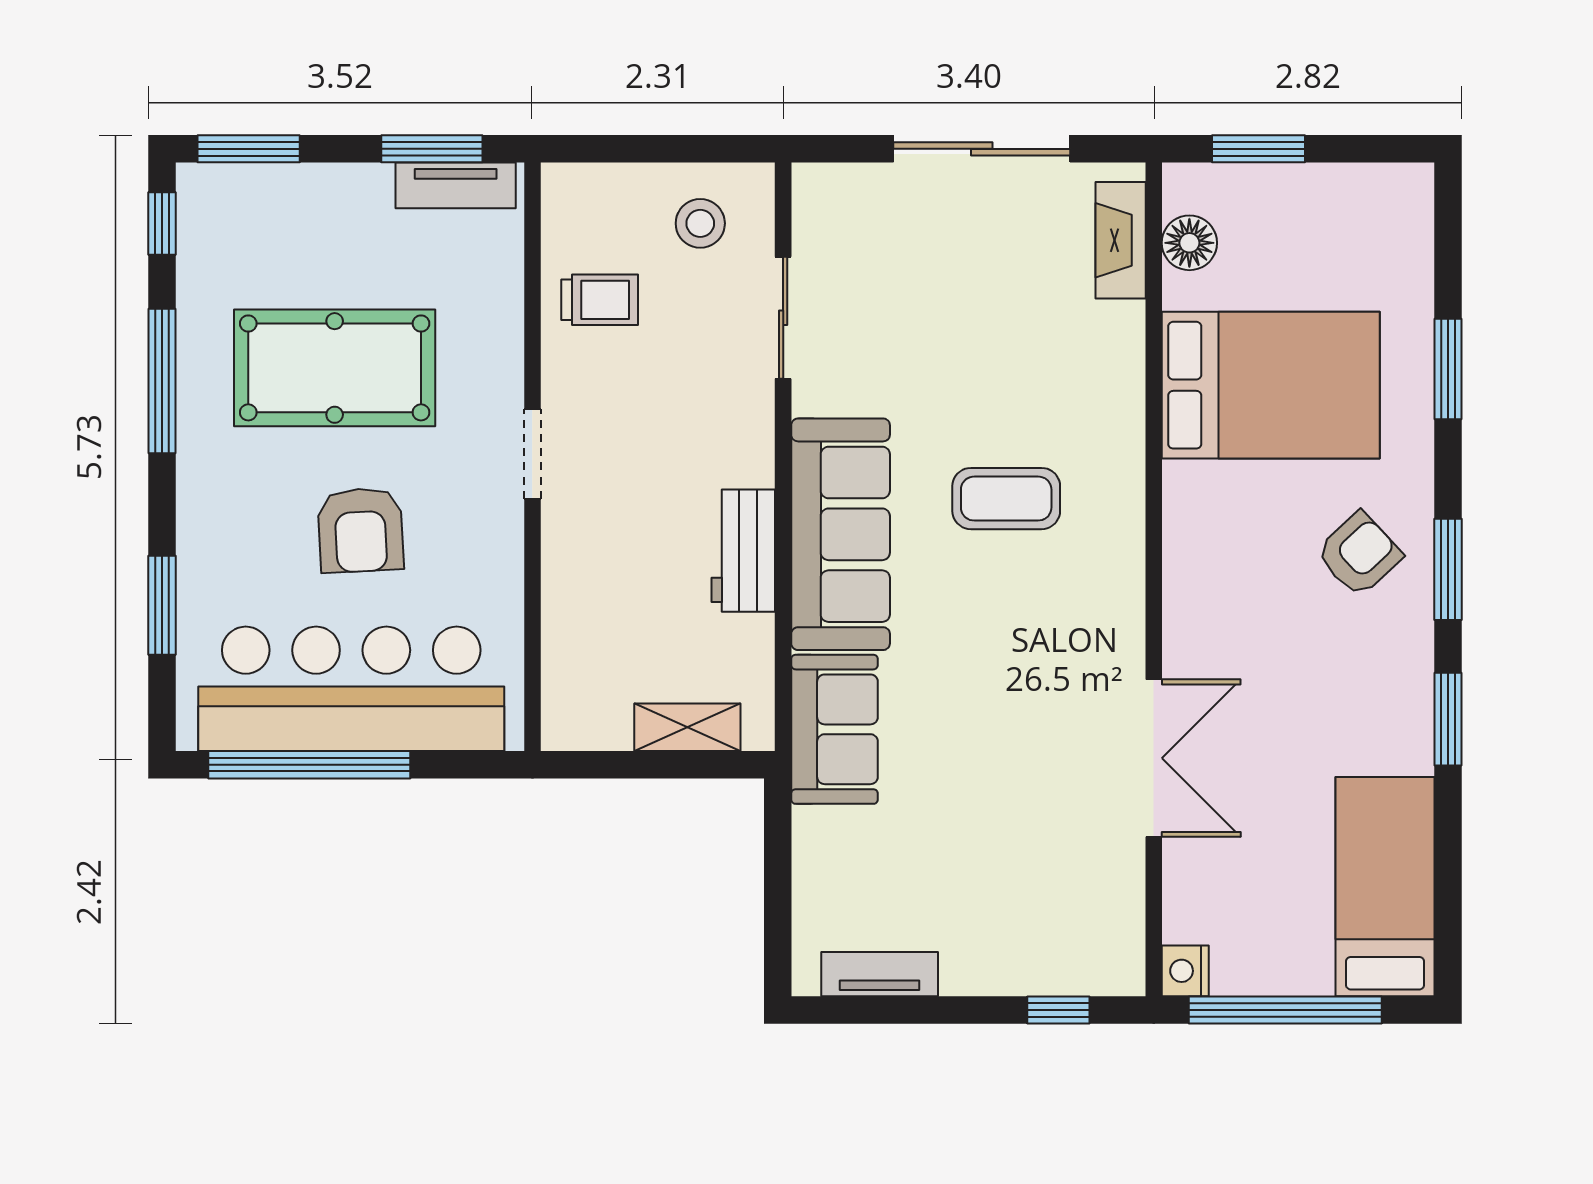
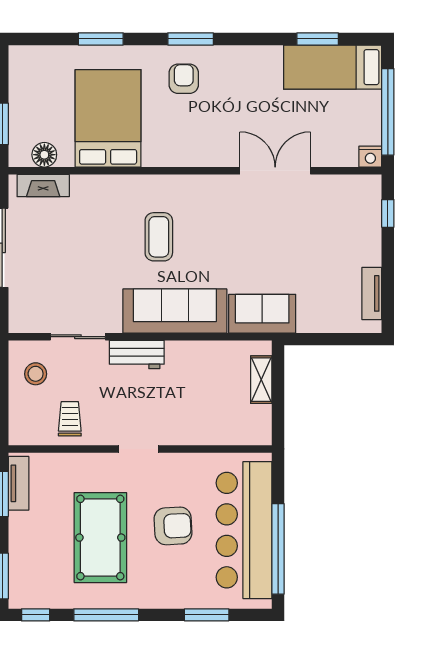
workbench: (743, 551) -> (137, 355), moved
armchair: (1359, 554) -> (184, 79), turned 43
window: (1448, 719) -> (318, 39), moved

